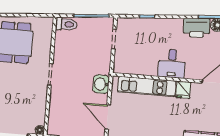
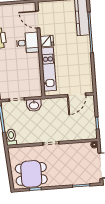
desk: (172, 64) -> (28, 43), moved
washbasin: (101, 84) -> (34, 105), moved

